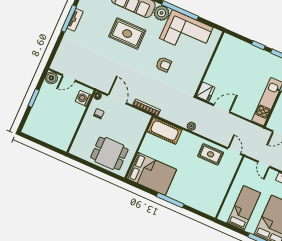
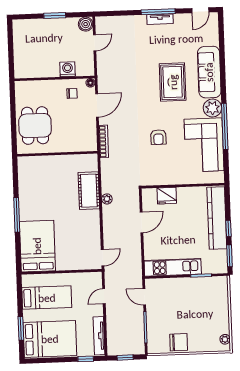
kitchen counter: (246, 50) -> (217, 218), added
door: (69, 78) -> (95, 43), swing flipped
fridge: (206, 92) -> (167, 196), moved
washing machine: (83, 98) -> (68, 69), moved
door: (222, 109) -> (141, 222), hinge flipped
cot: (165, 131) -> (89, 191), moved
rug: (211, 154) -> (87, 234), removed
bed: (151, 174) -> (37, 246), moved, turned 180

